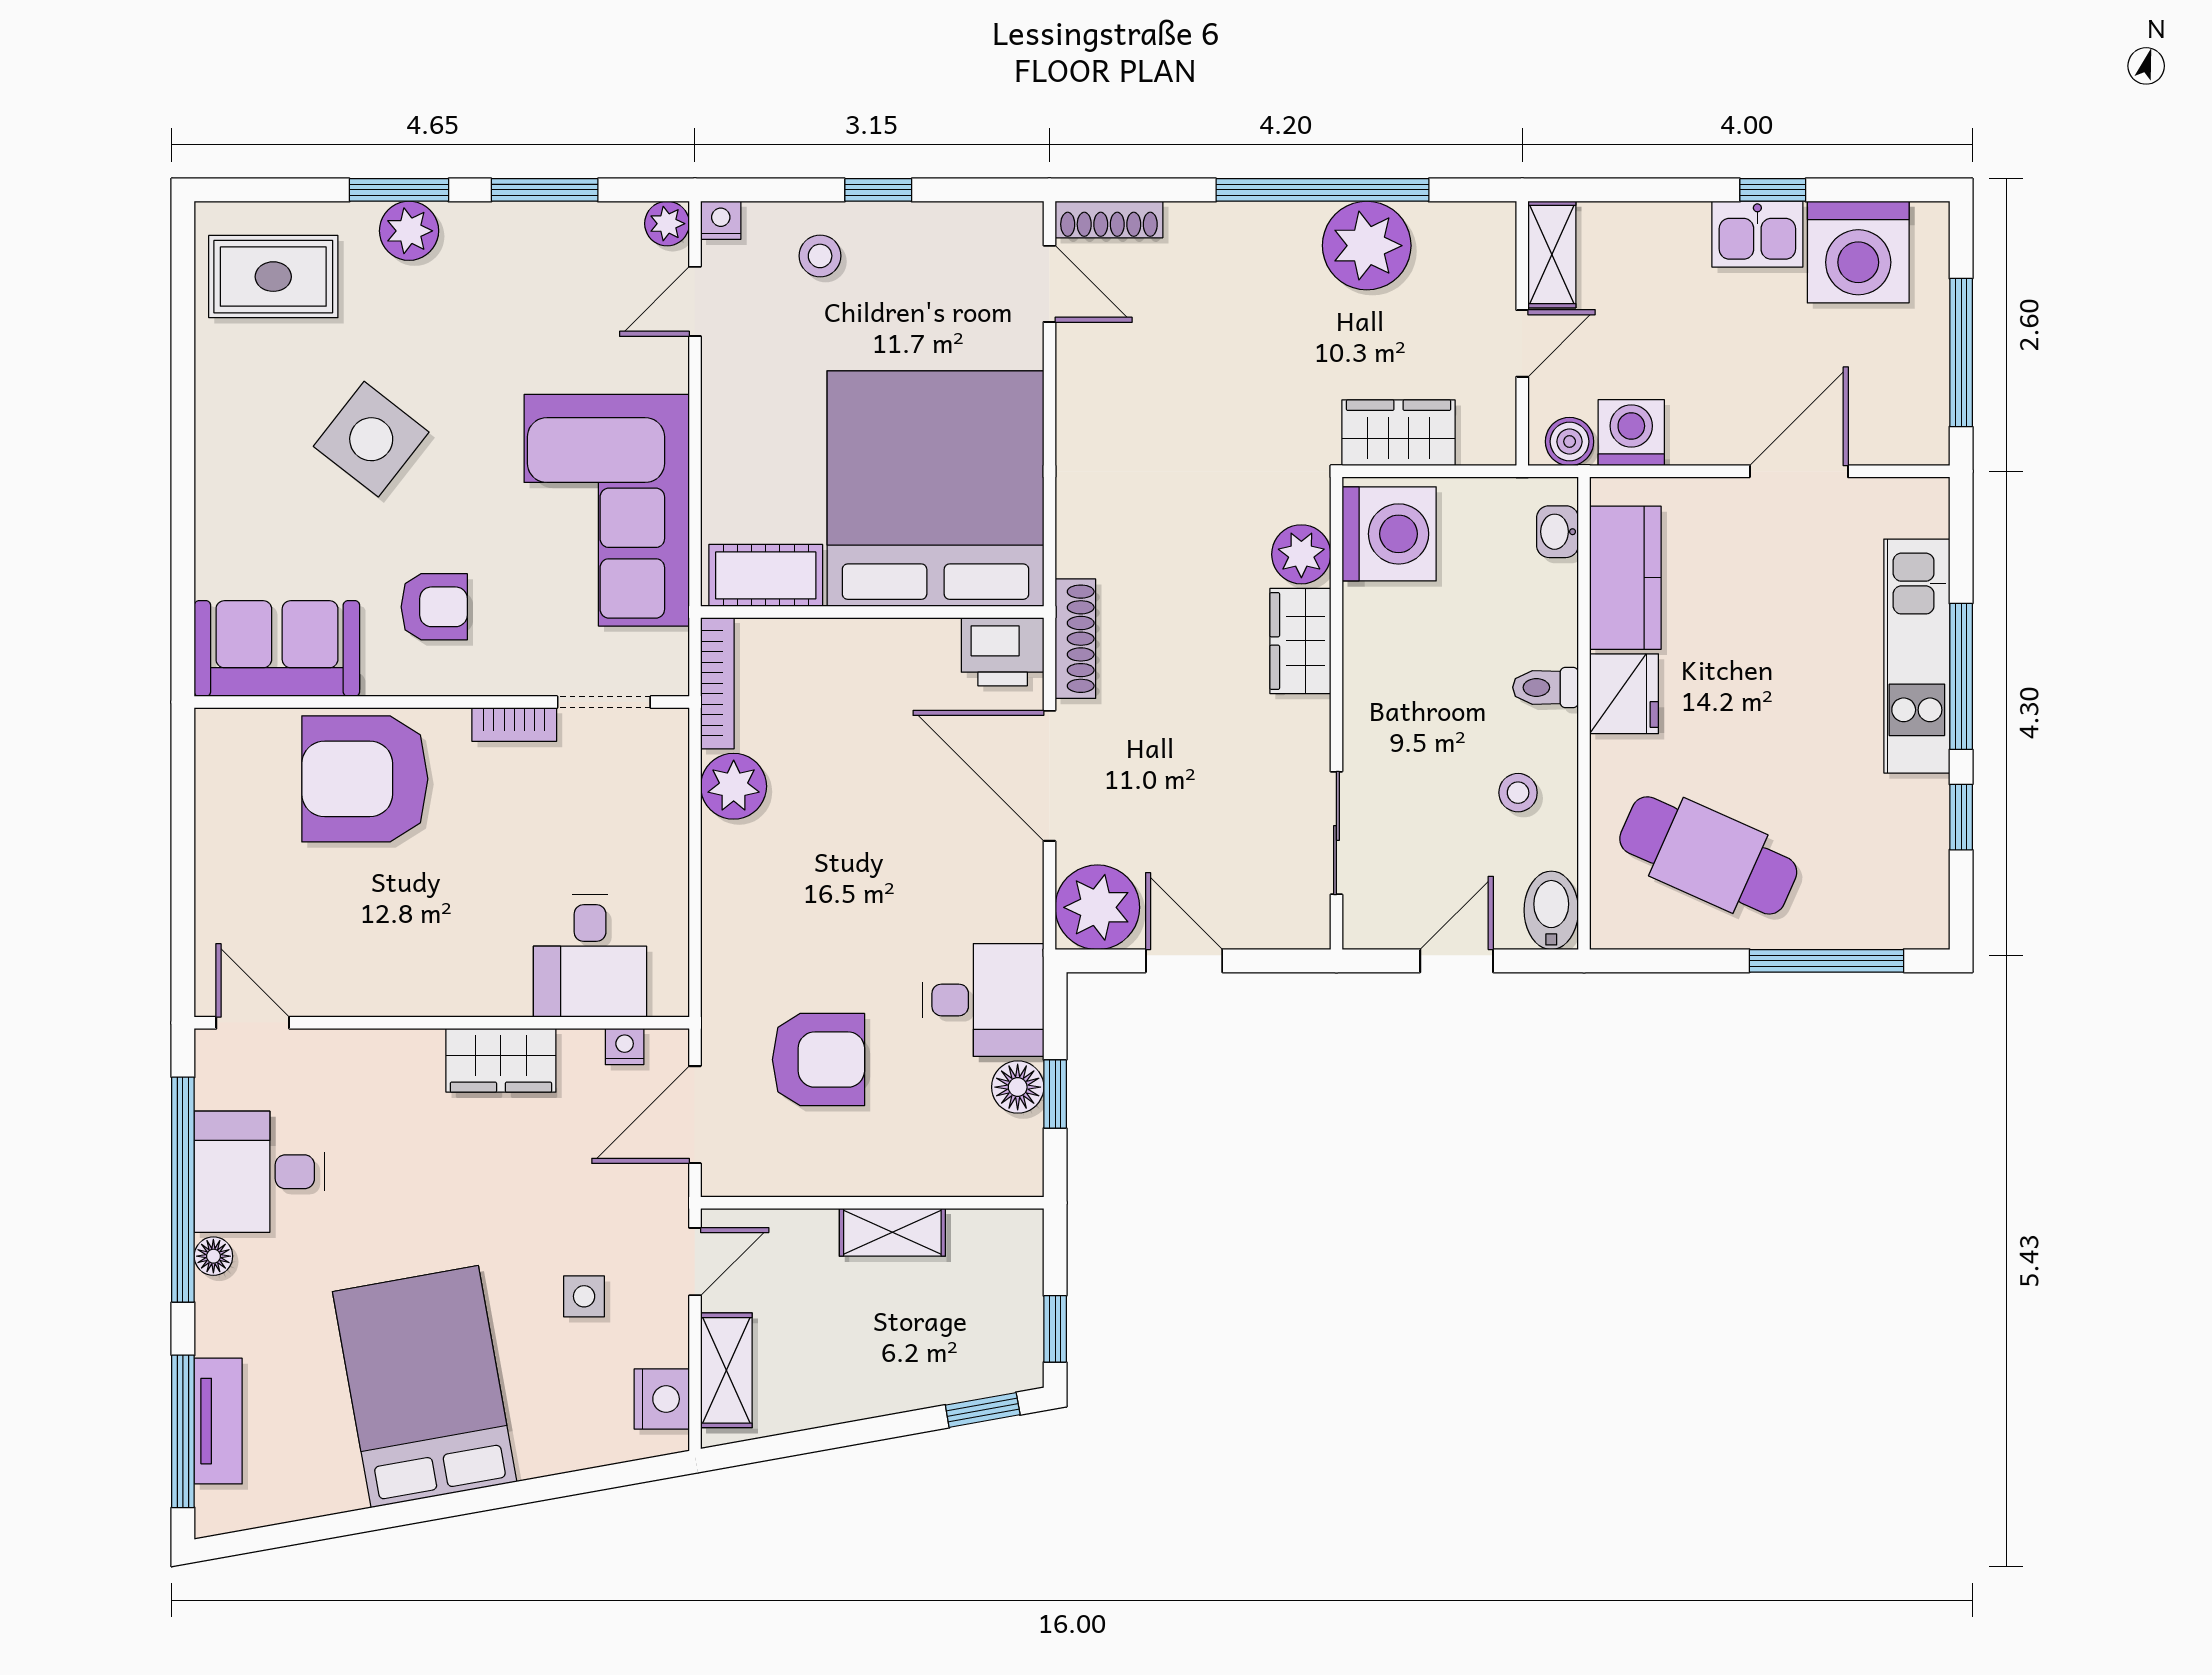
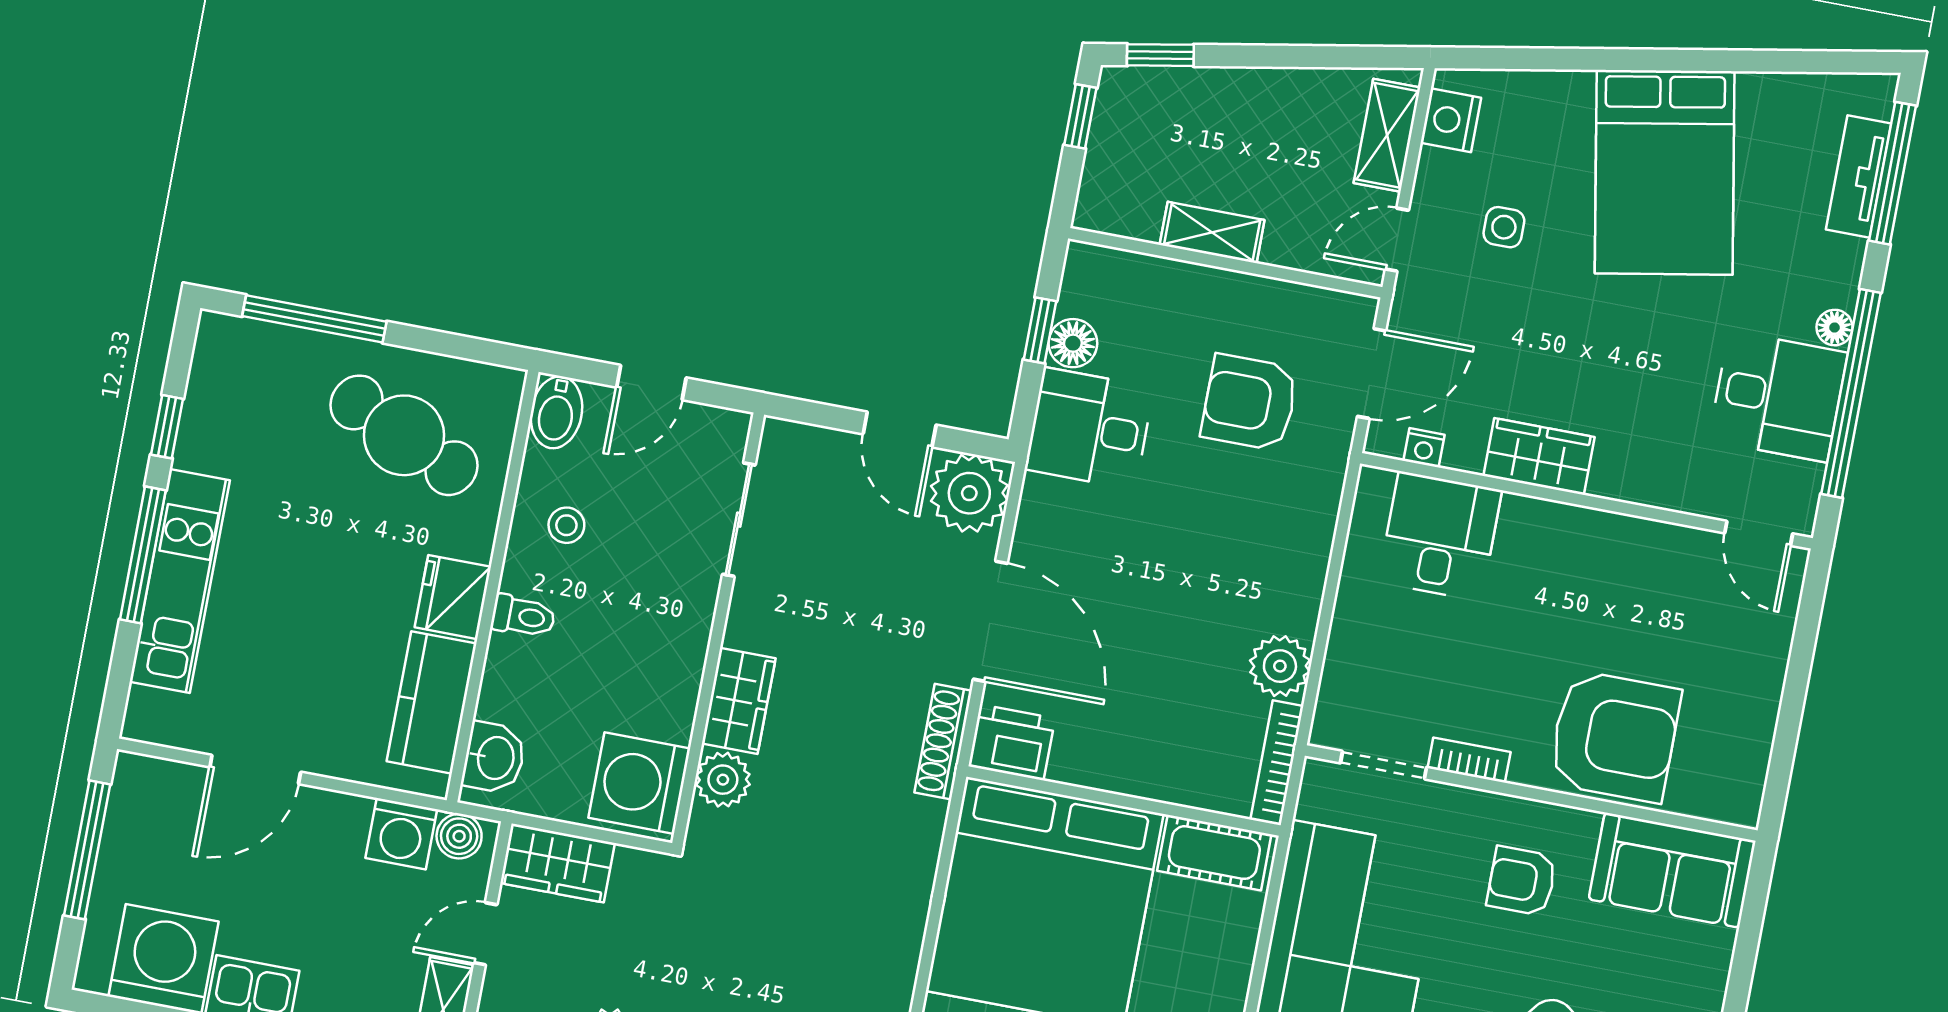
wardrobe: (1399, 433) -> (558, 863), moved
washbasin: (1557, 532) -> (494, 758), width x1.38, depth x1.45

